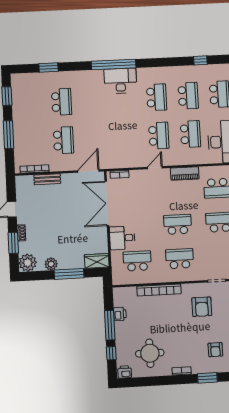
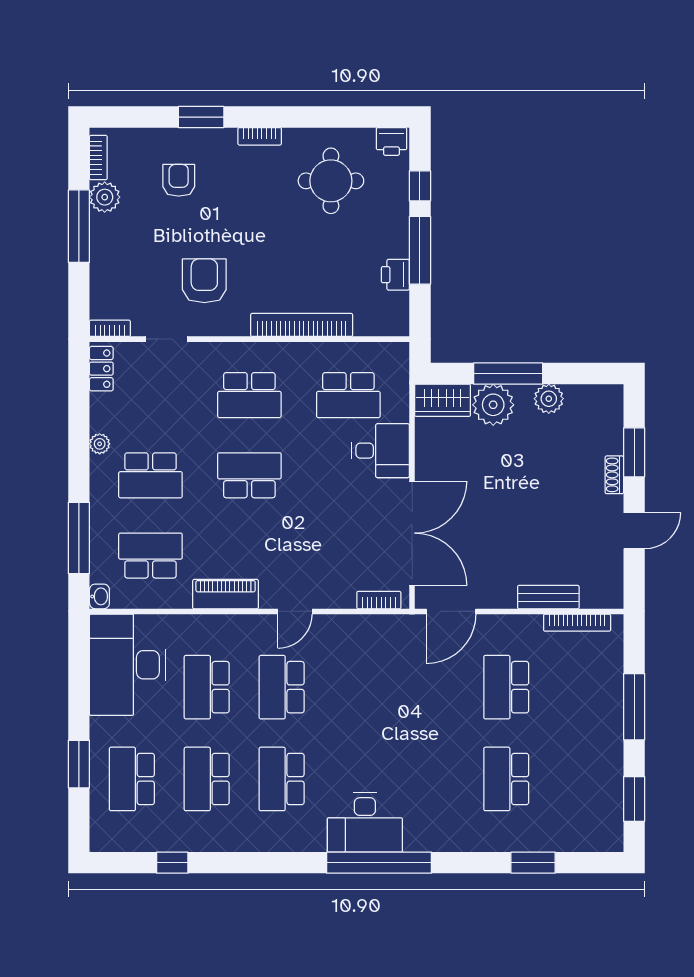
school desk: (178, 224) -> (249, 475), turned 180
plant: (28, 263) -> (493, 405), moved

